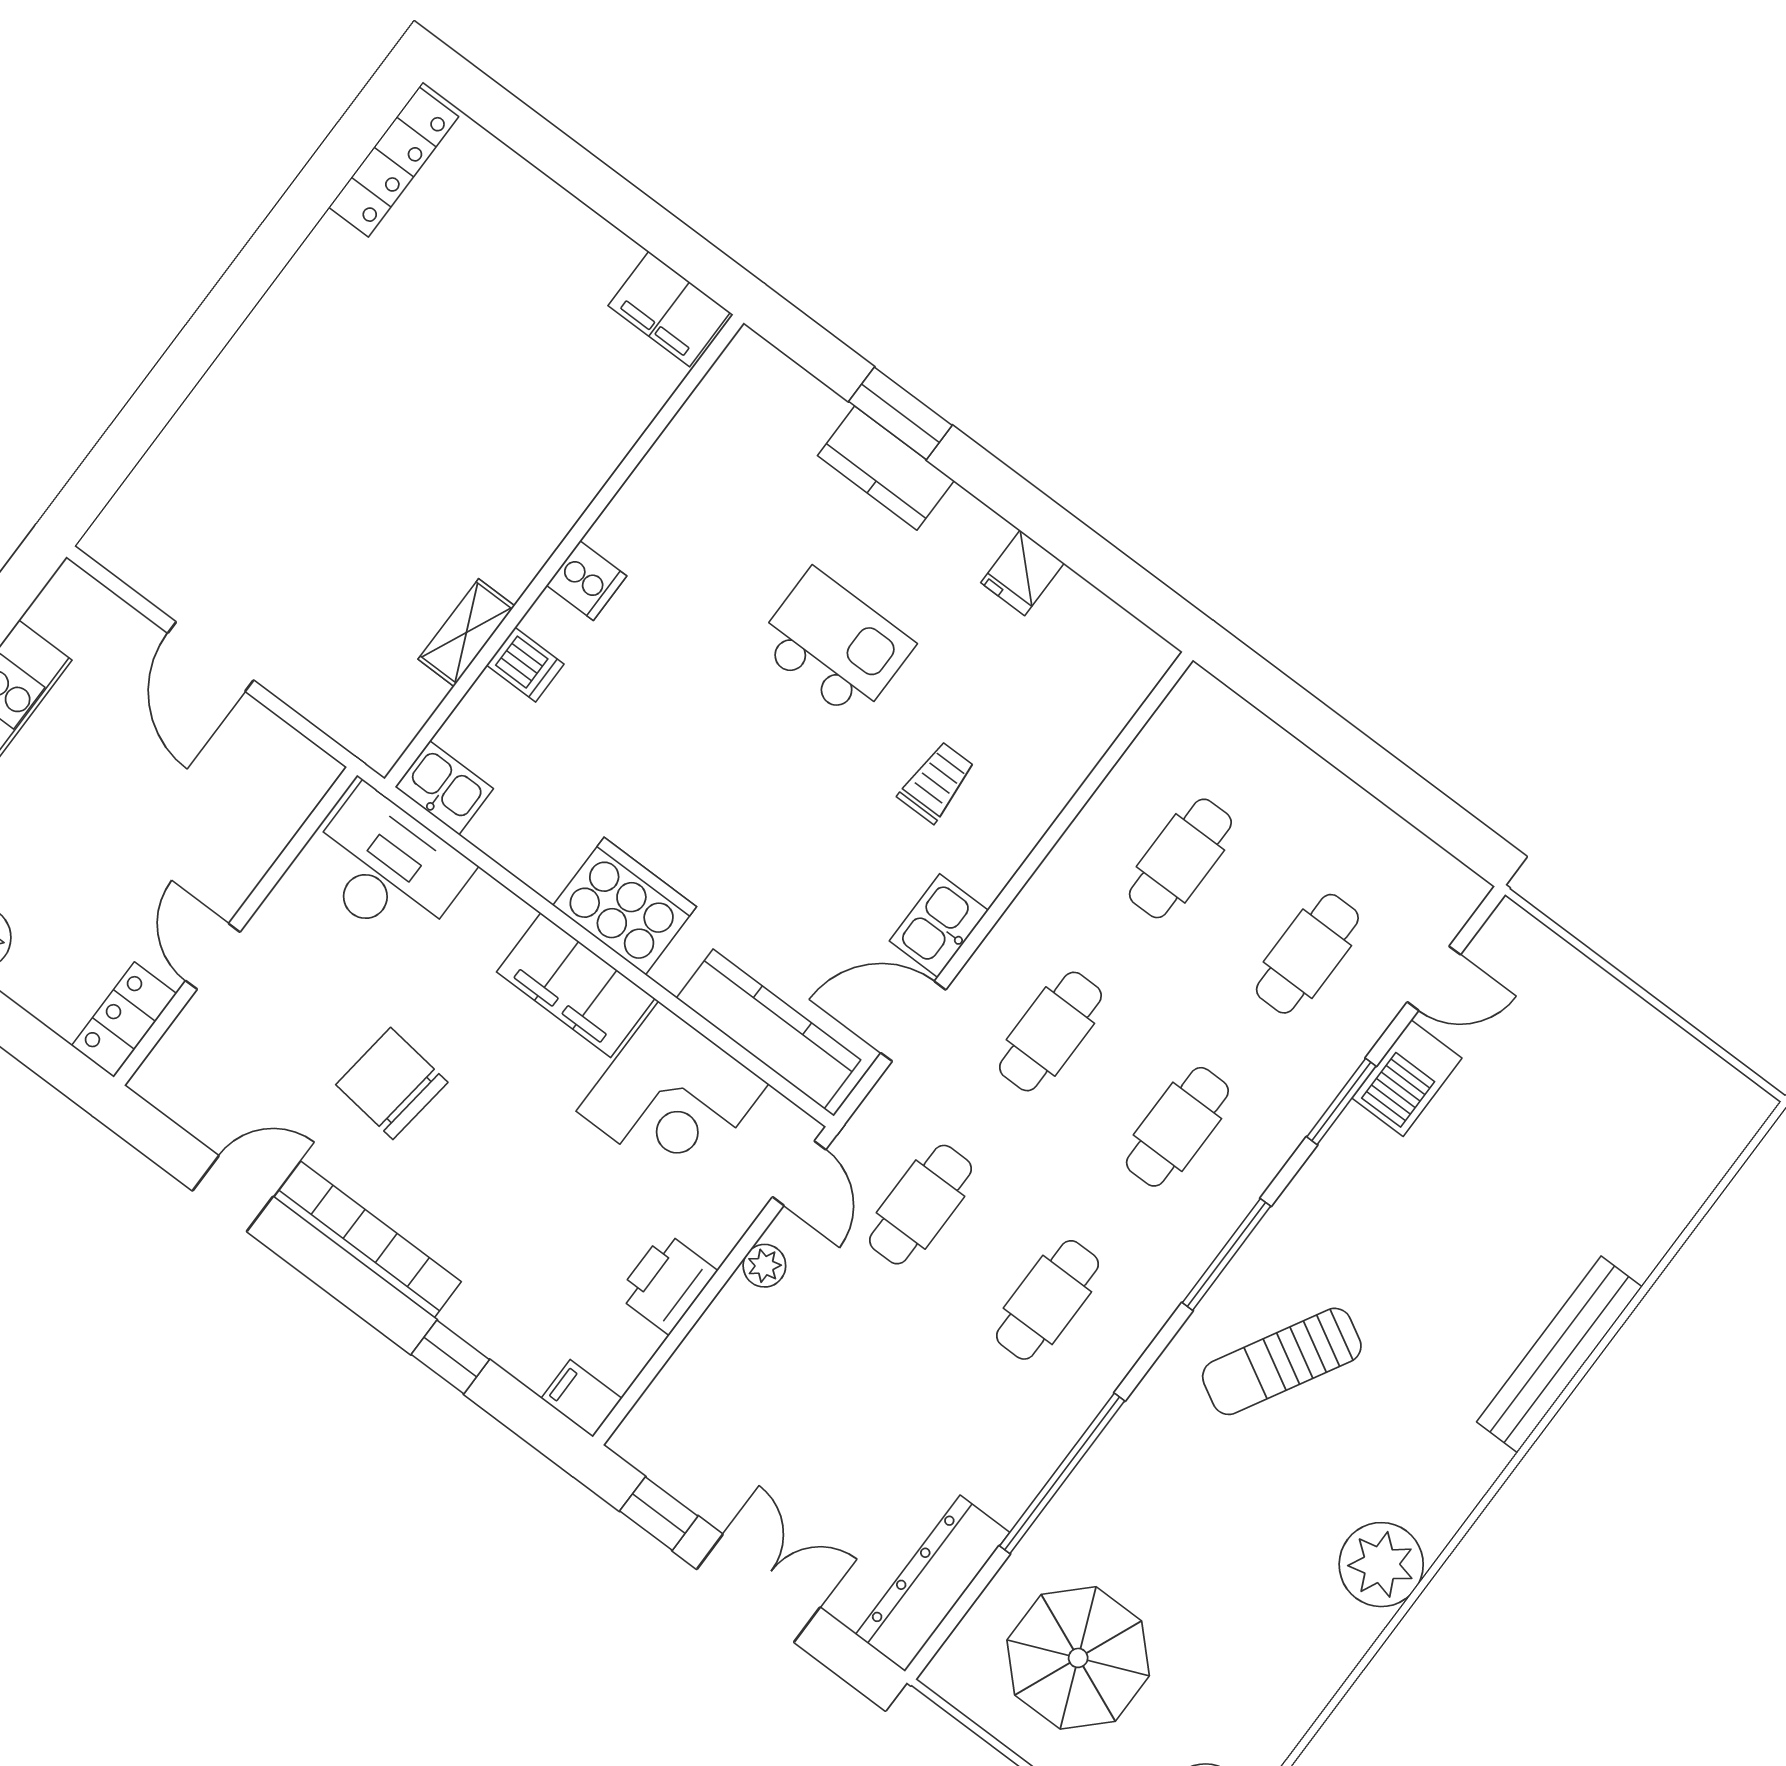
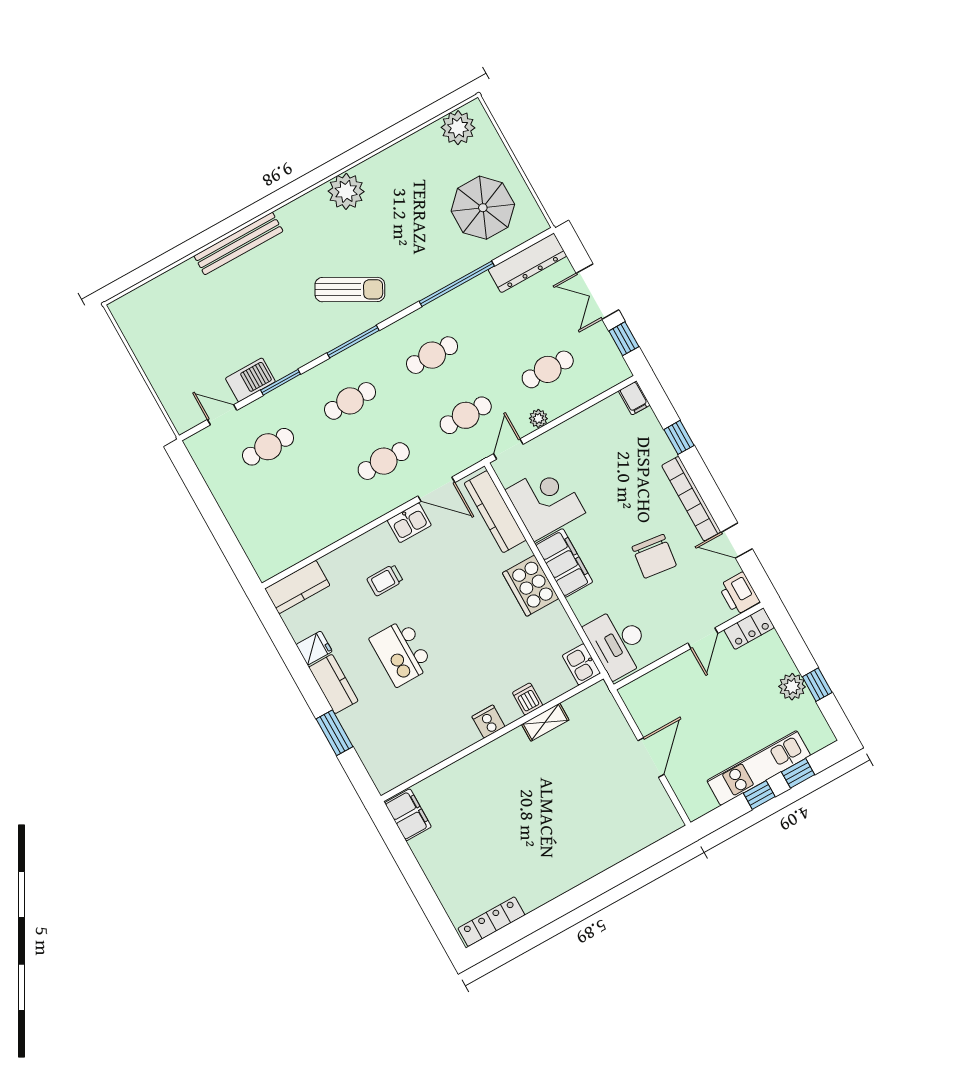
kitchen counter: (886, 468) -> (333, 684), moved
kitchen counter: (1115, 686) -> (297, 587), added
cafe table: (1180, 858) -> (548, 369), moved
printer: (667, 1283) -> (739, 594), moved, turned 90

